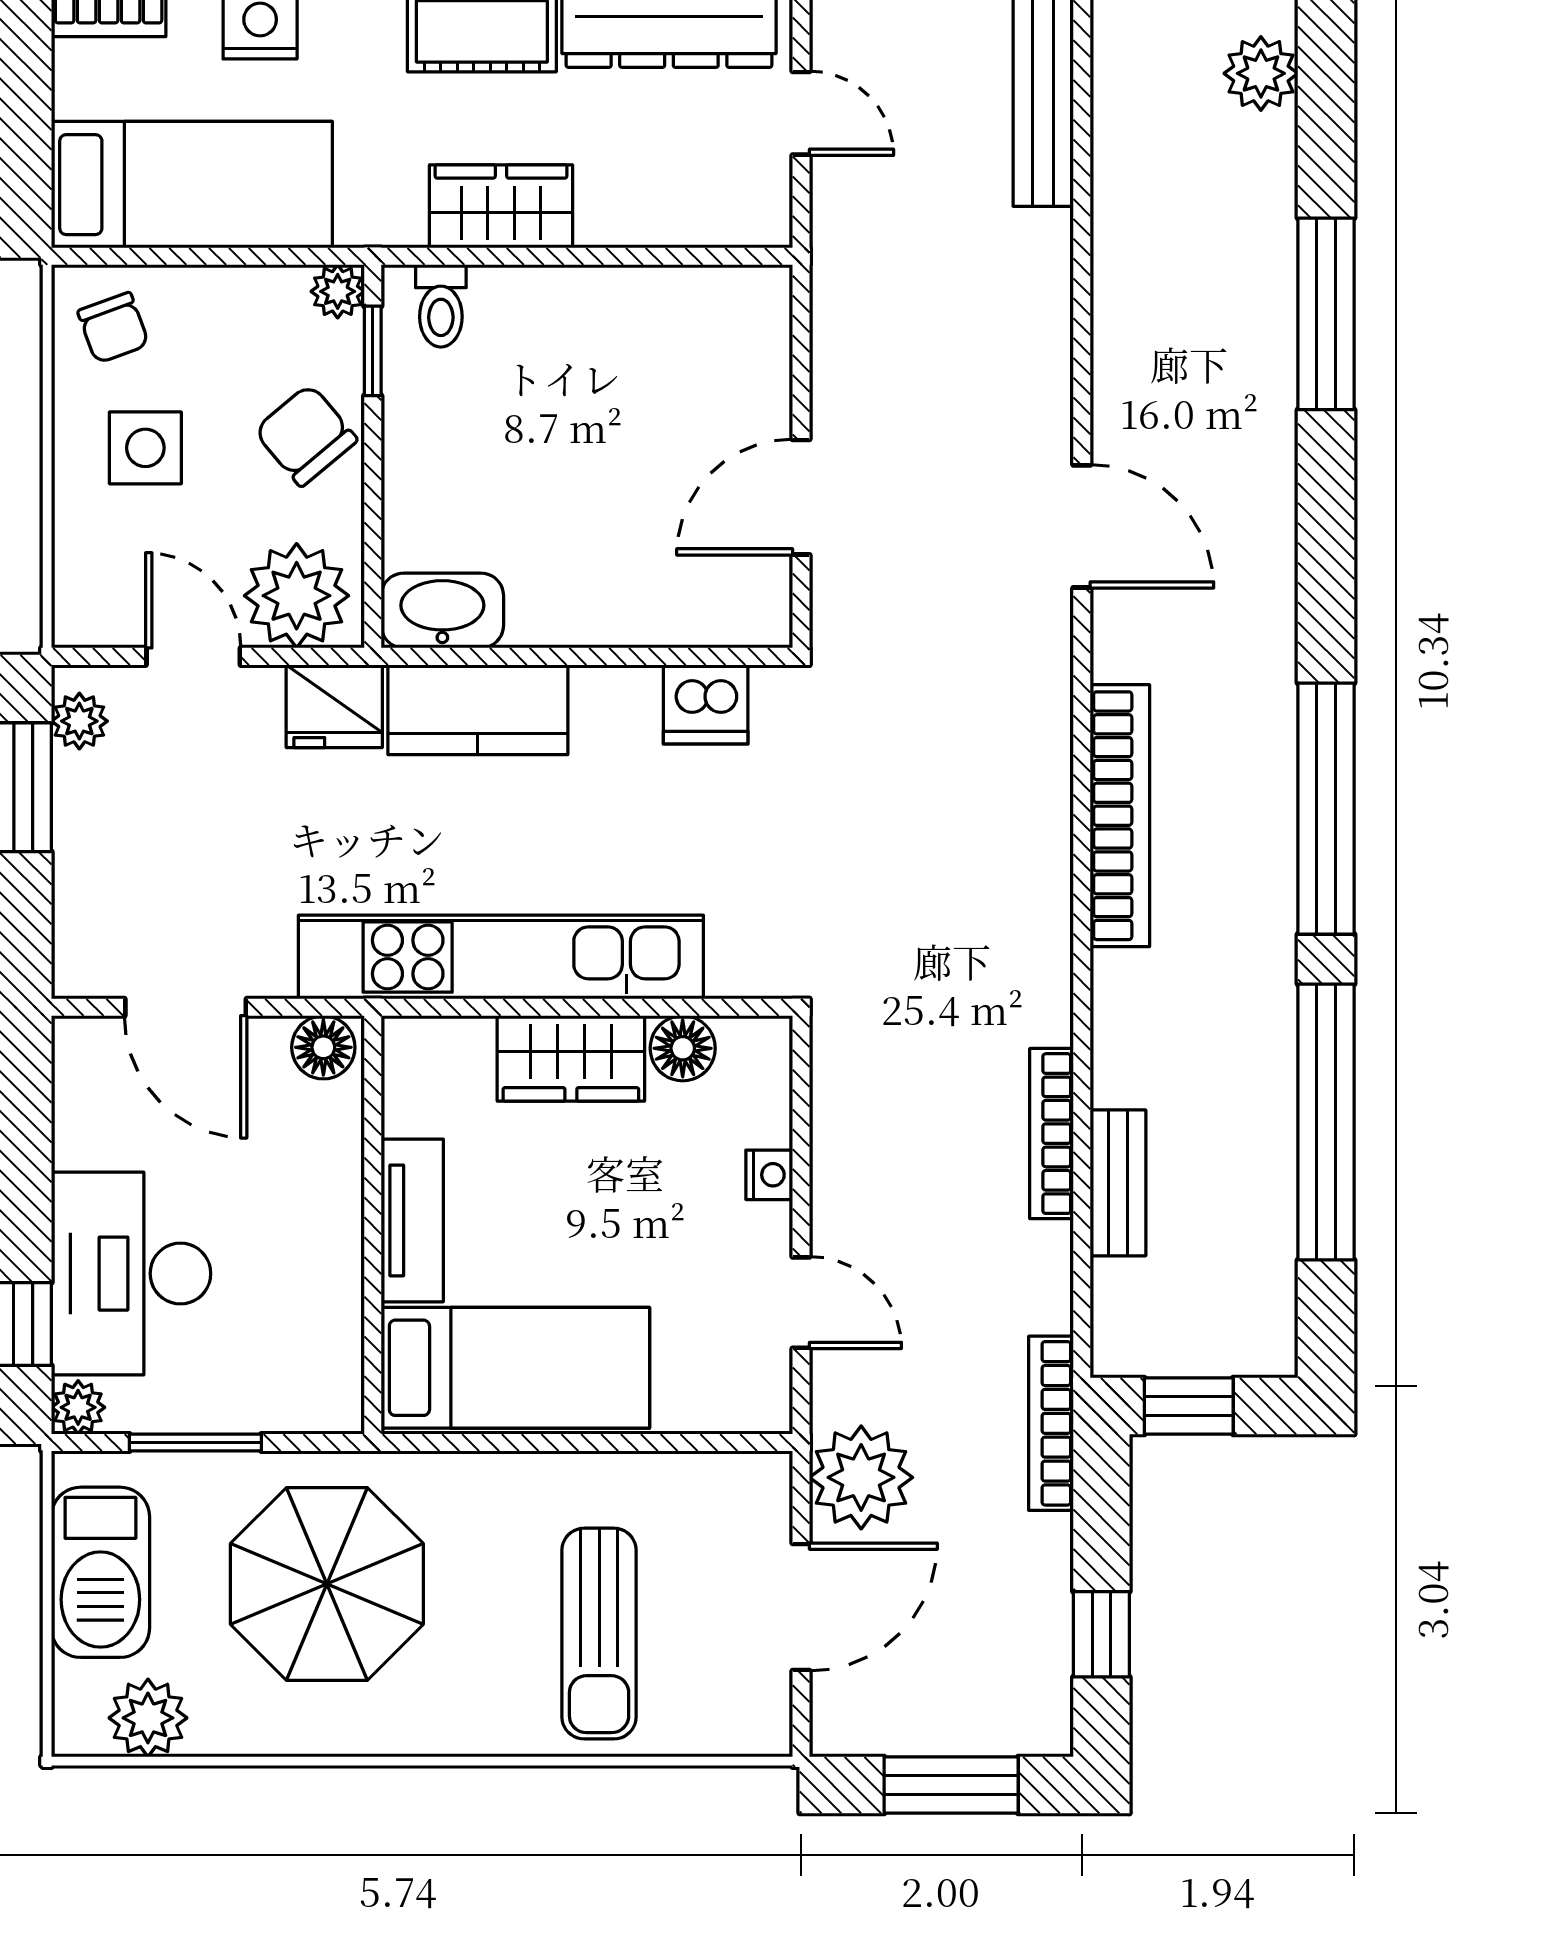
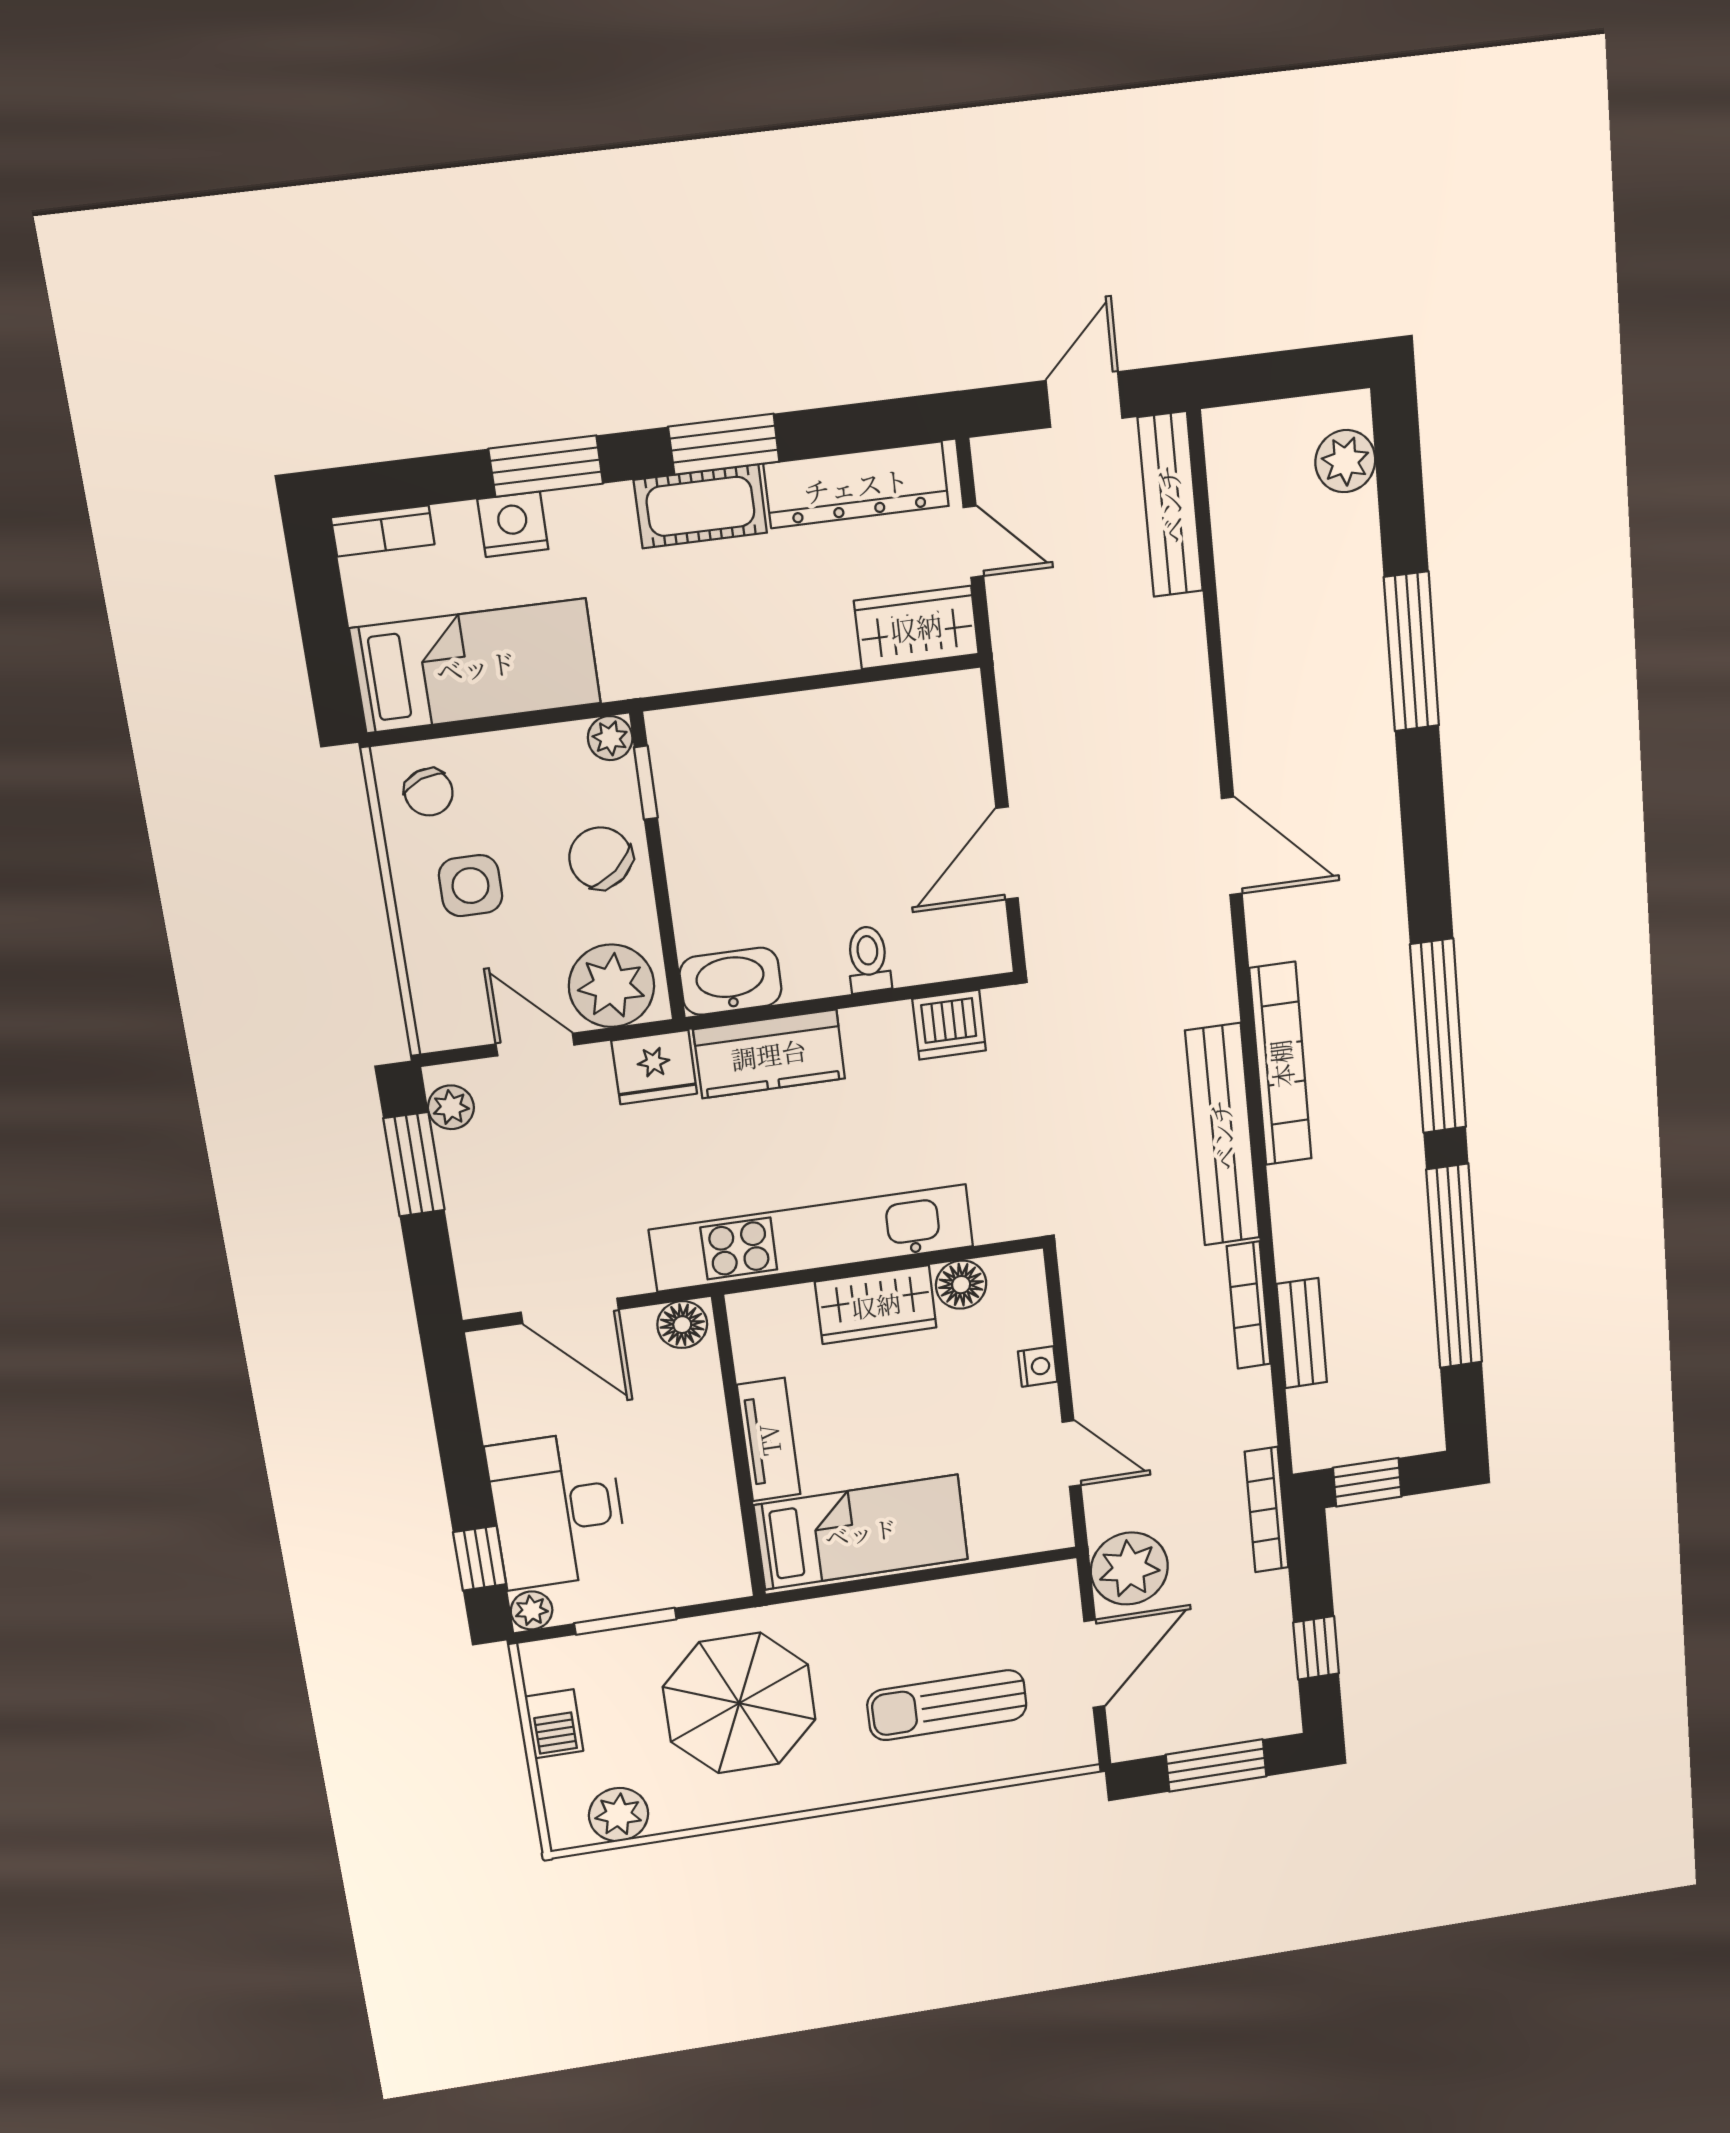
wardrobe: (501, 206) -> (916, 627), moved
toilet: (441, 306) -> (868, 959), moved, turned 180
bench: (1037, 898) -> (1222, 1135), added
barbecue: (100, 1572) -> (554, 1724), width x0.53, depth x0.65
sun lounger: (599, 1634) -> (947, 1705), turned 90

